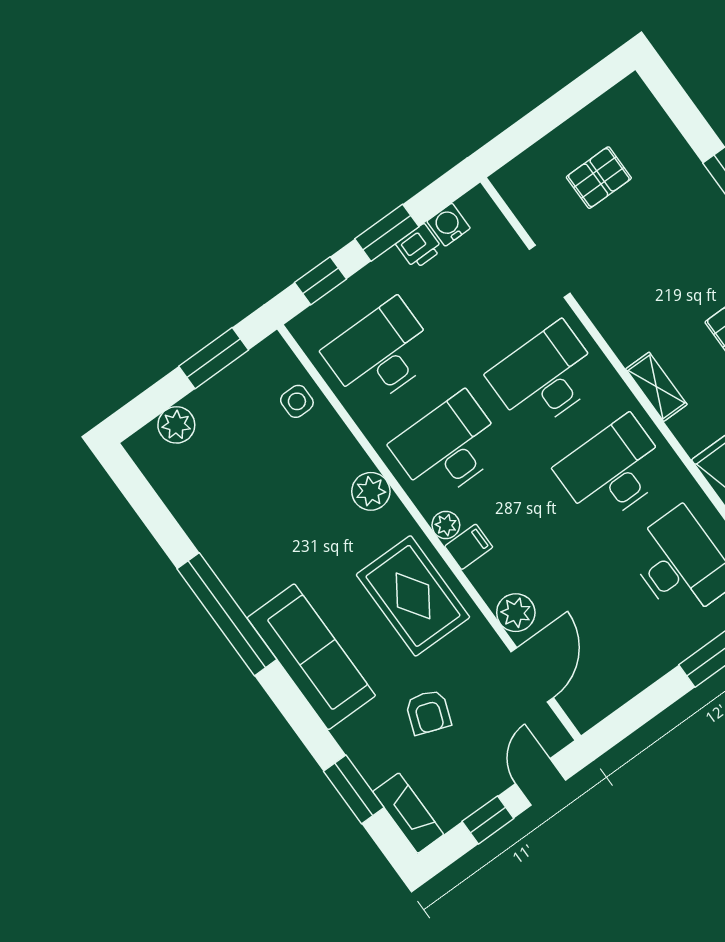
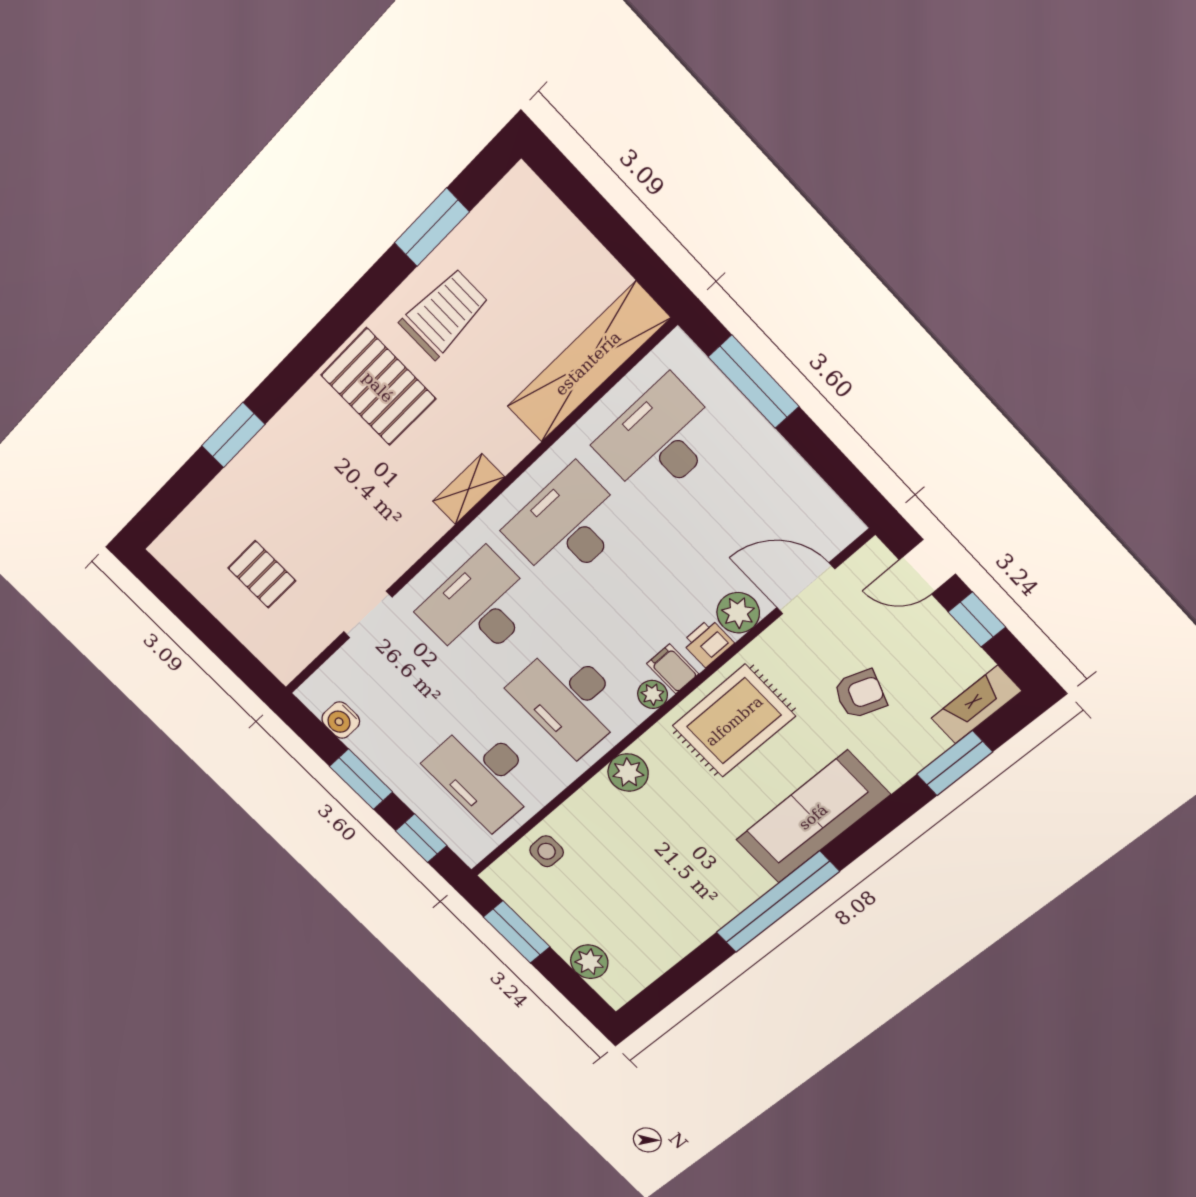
printer: (419, 247) -> (708, 643), moved, turned -90
desk: (545, 377) -> (479, 608), turned 90
desk: (613, 471) -> (567, 526), turned 90

